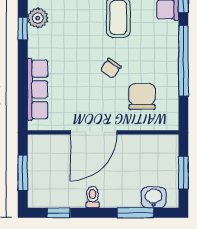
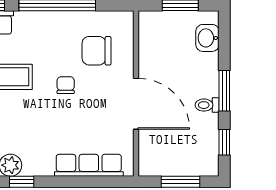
chair: (111, 68) -> (66, 85), turned -125
window: (135, 213) -> (224, 91), moved

